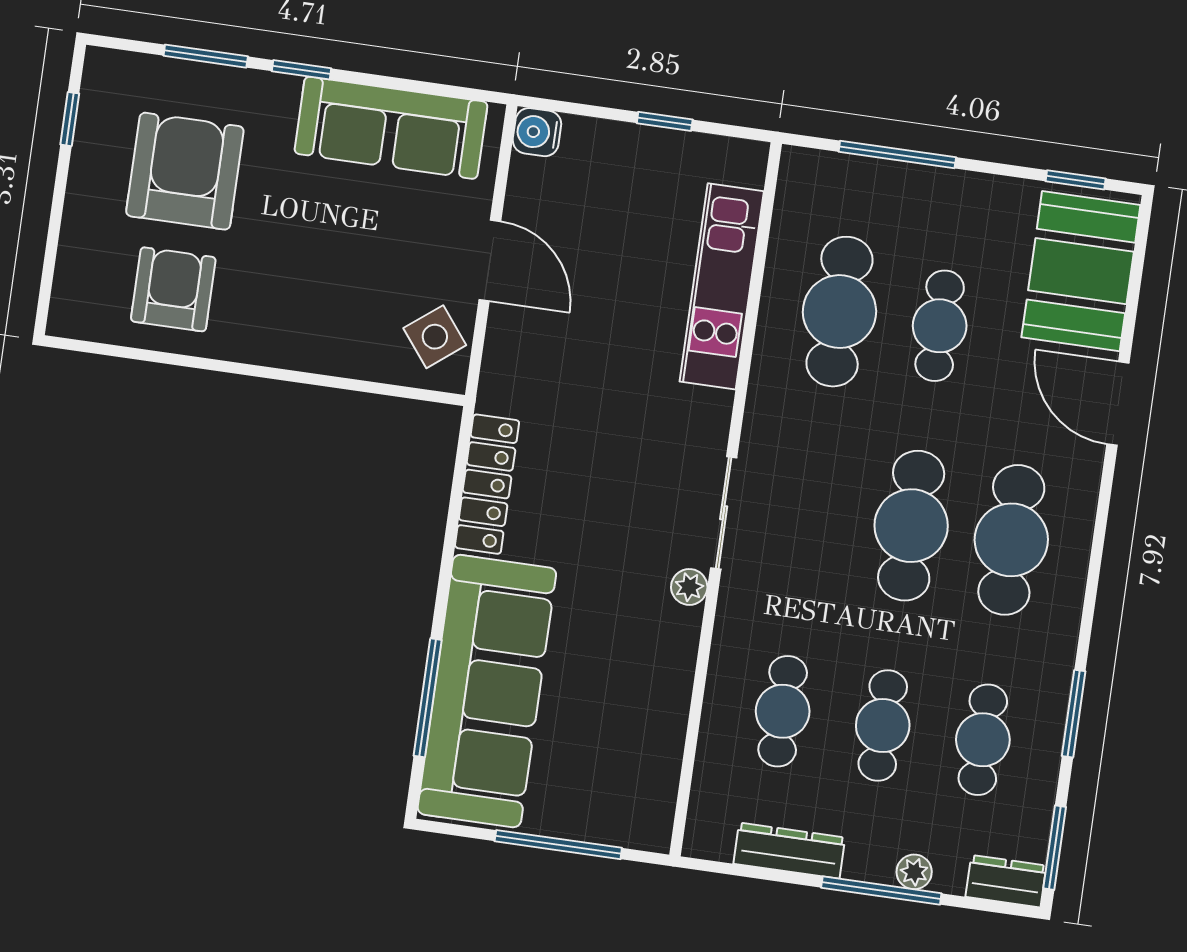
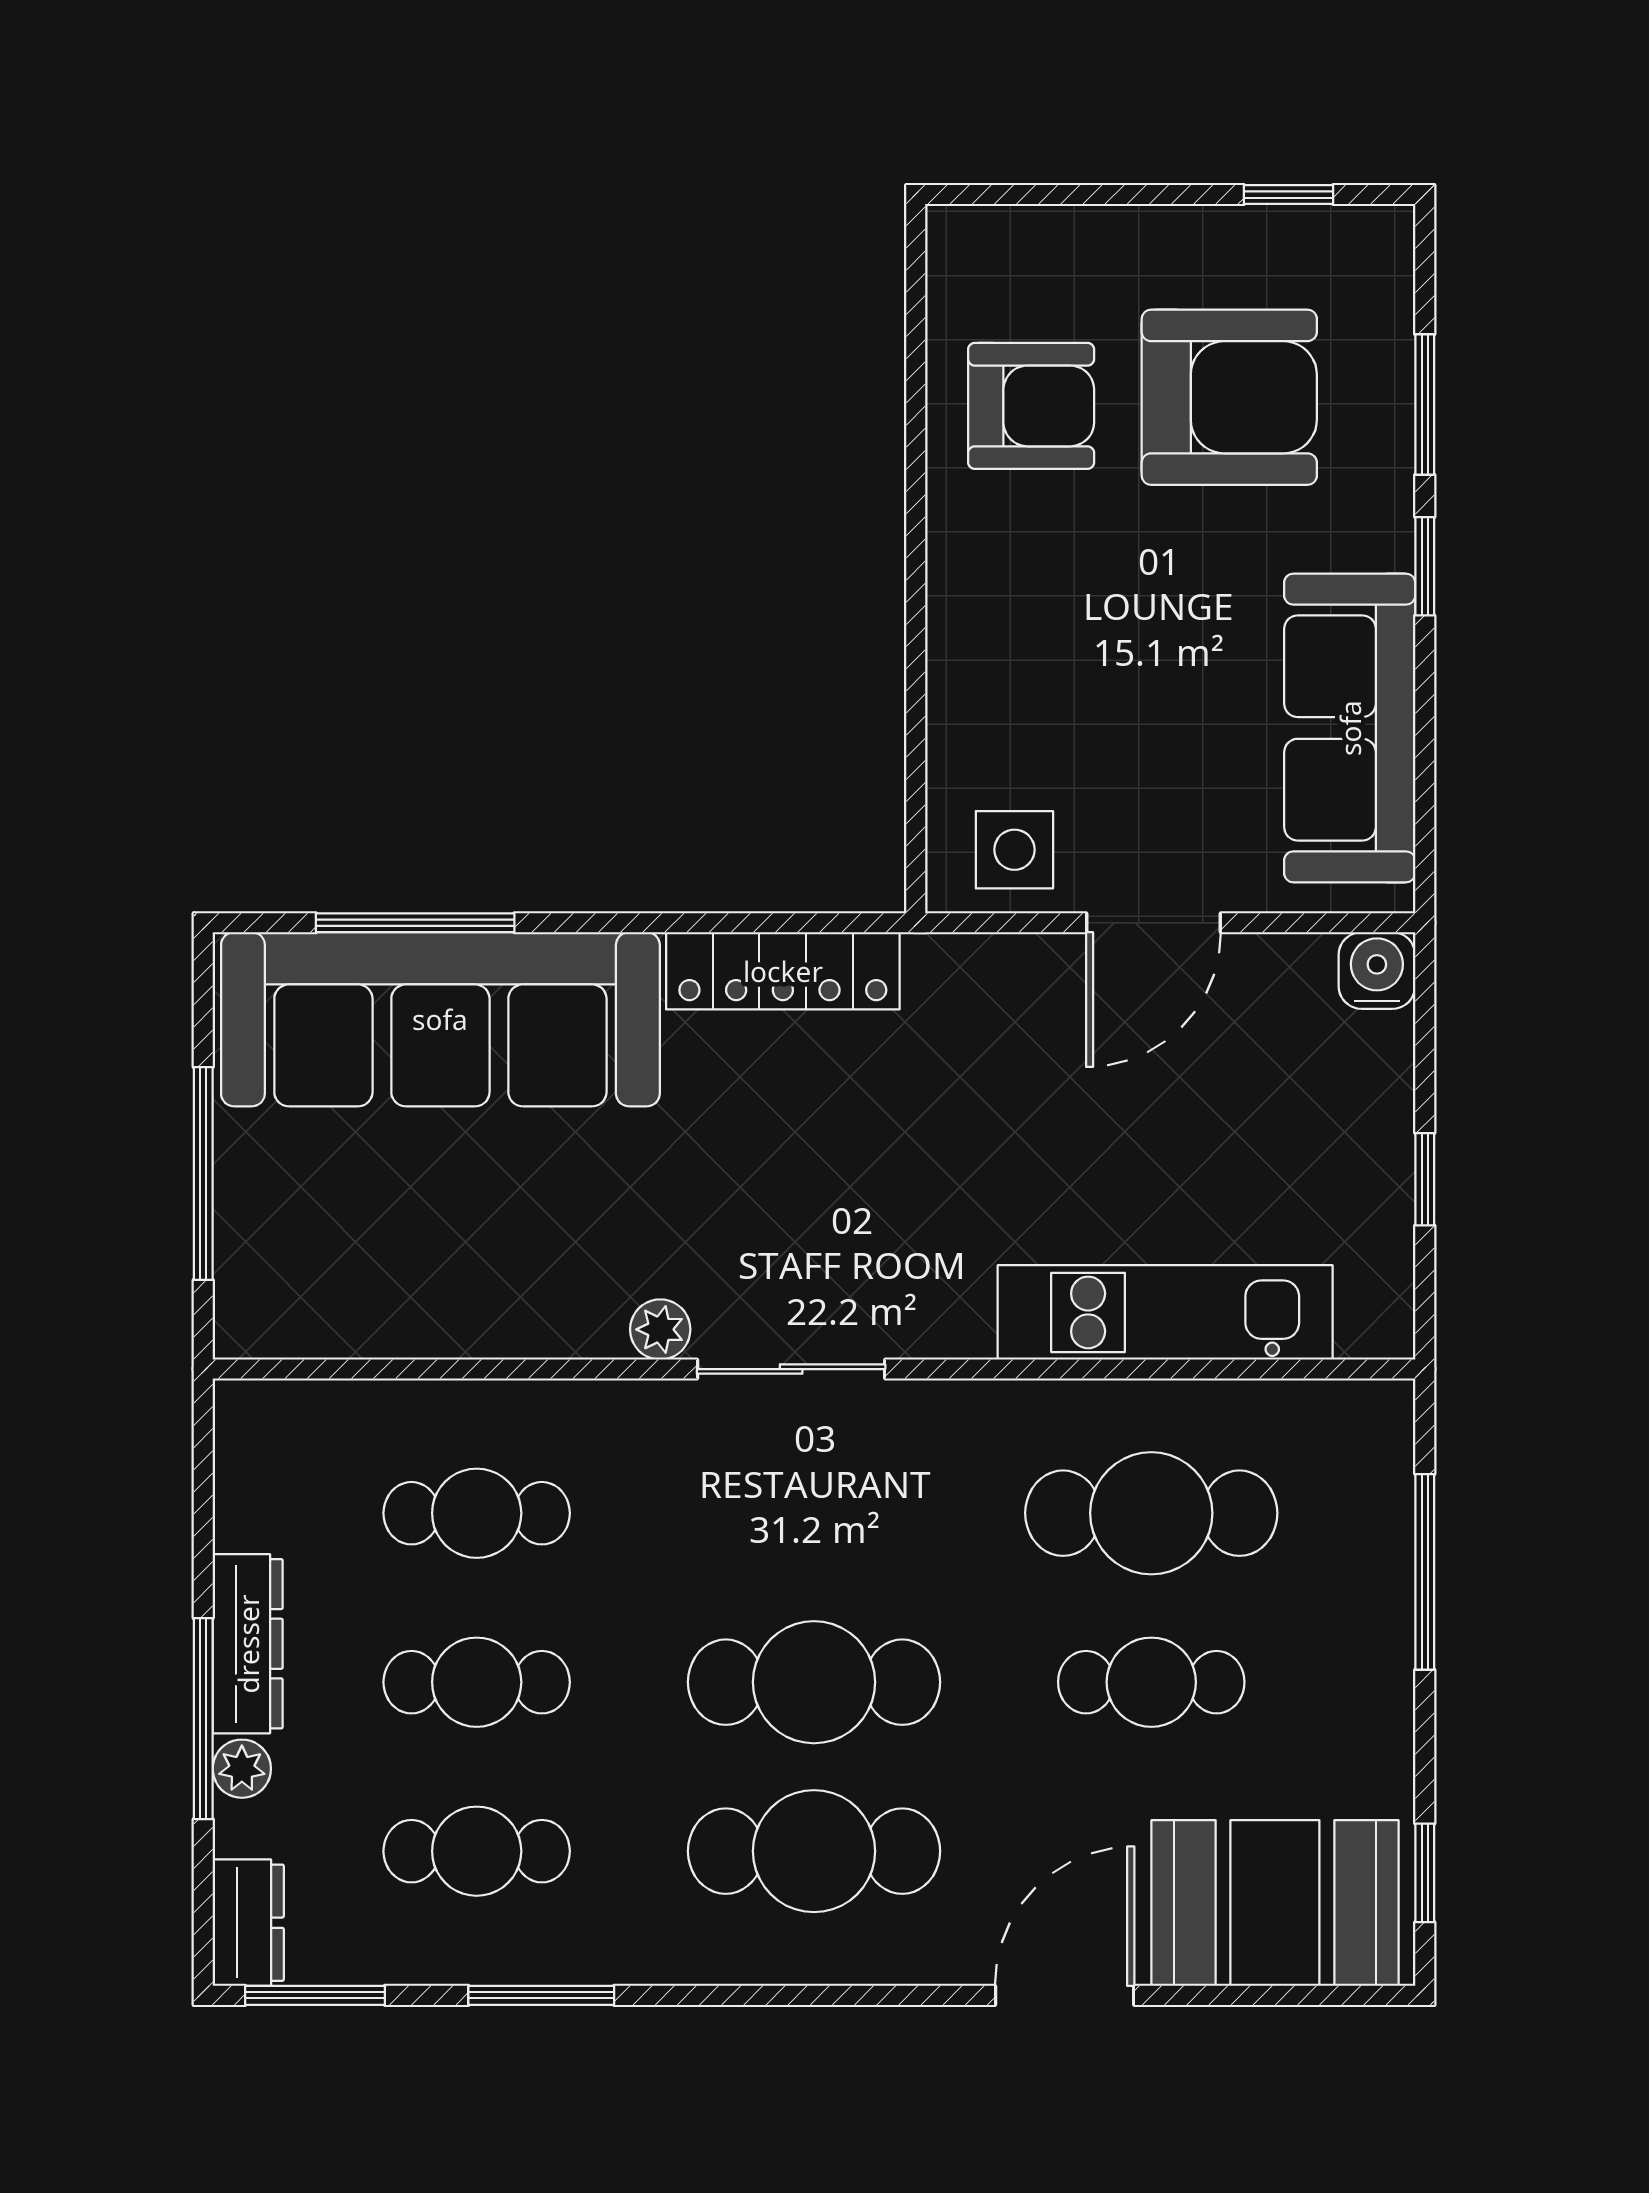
side table: (435, 337) -> (1014, 850), turned 38
dresser: (789, 851) -> (248, 1644), moved

